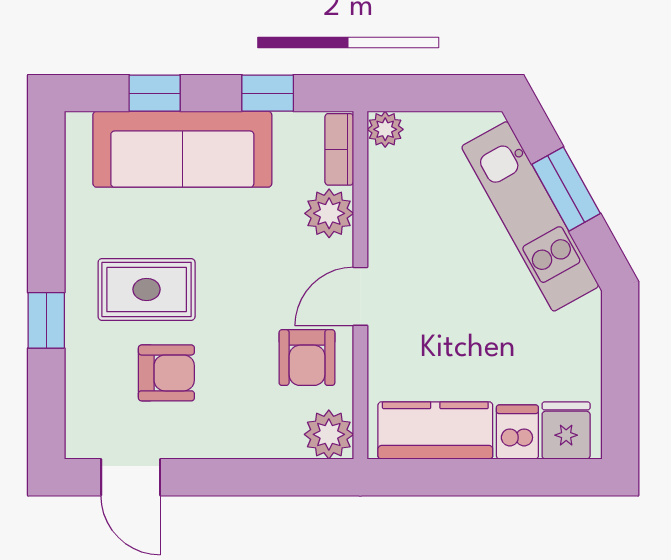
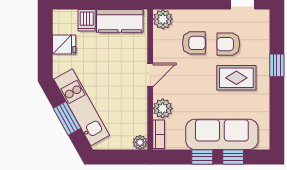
window: (268, 93) -> (202, 157), moved
armchair: (307, 358) -> (194, 43), moved, turned 90
fridge: (566, 431) -> (64, 44), moved, turned -90

